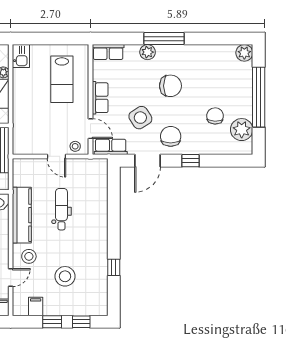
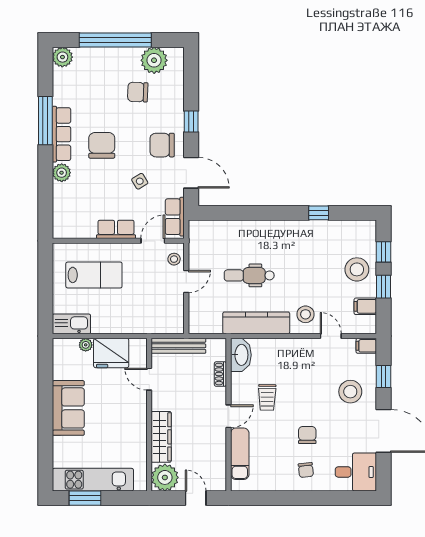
window: (164, 39) -> (45, 121), moved
row of seats: (108, 52) -> (61, 134), moved, width x1.48
kitchen sink: (21, 56) -> (71, 324), width x1.38
side table: (140, 118) -> (140, 181), width x0.54, depth x0.54
stool: (65, 276) -> (357, 269), moved

